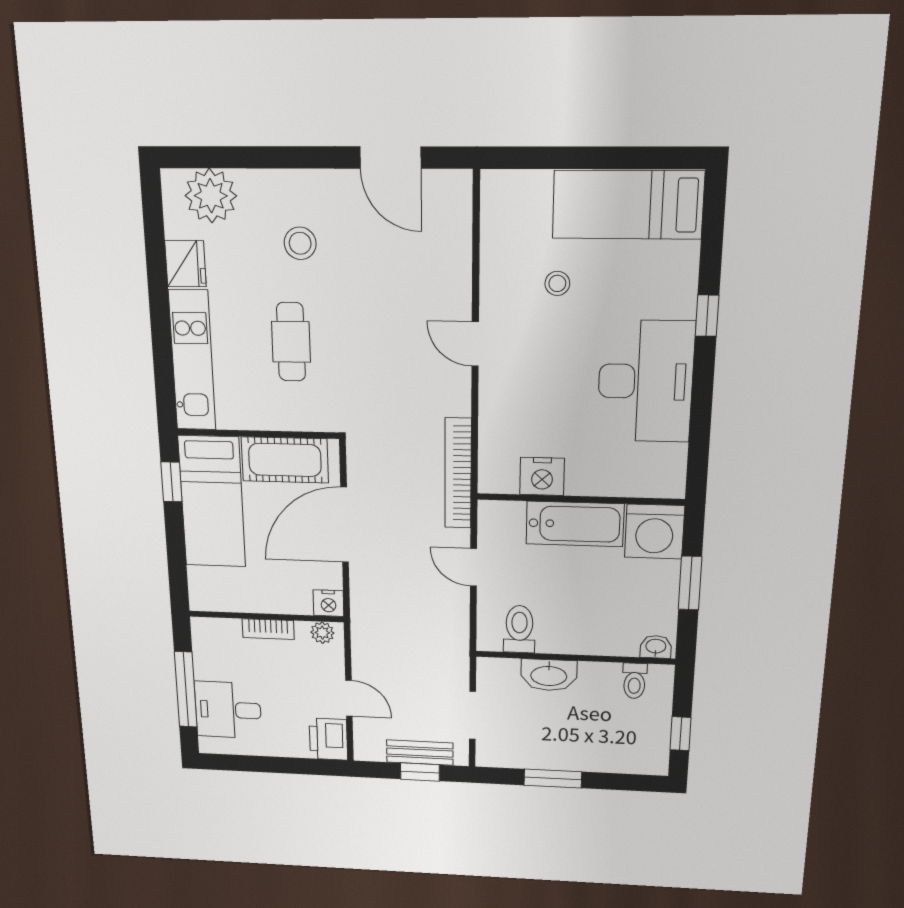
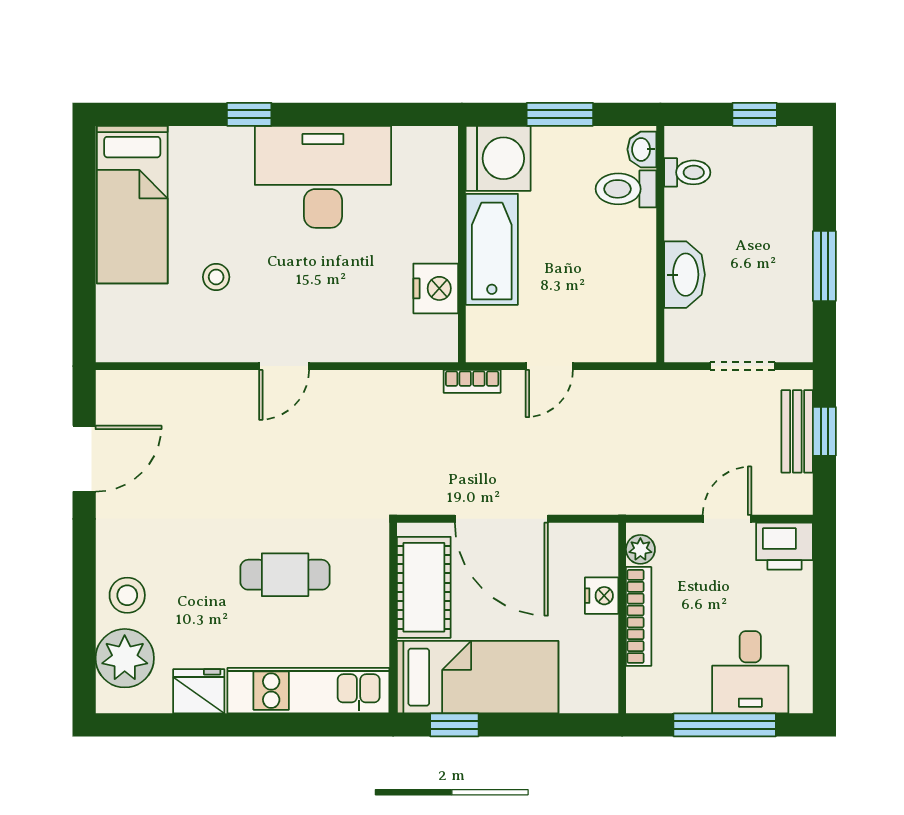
stool: (300, 243) -> (127, 595), moved
bookcase: (458, 473) -> (472, 381), width x0.43, depth x0.76
nightstand: (328, 603) -> (602, 596), moved
bookcase: (268, 629) -> (639, 616), width x1.56
toilet: (519, 629) -> (626, 189), moved

